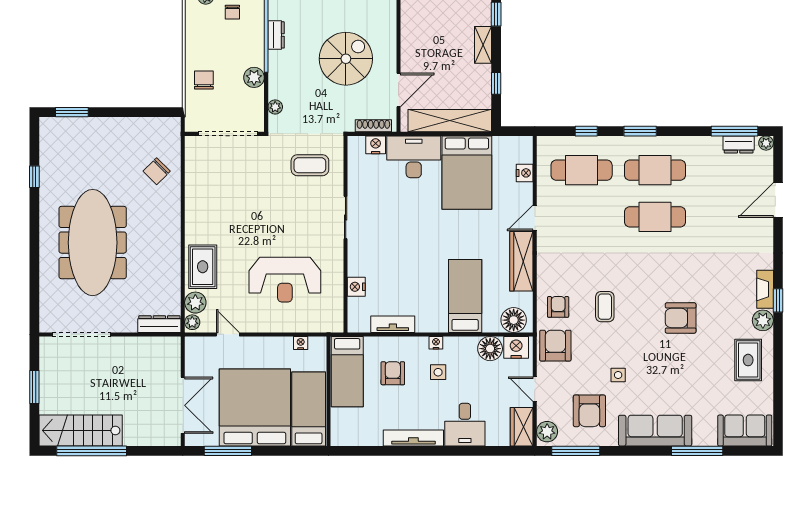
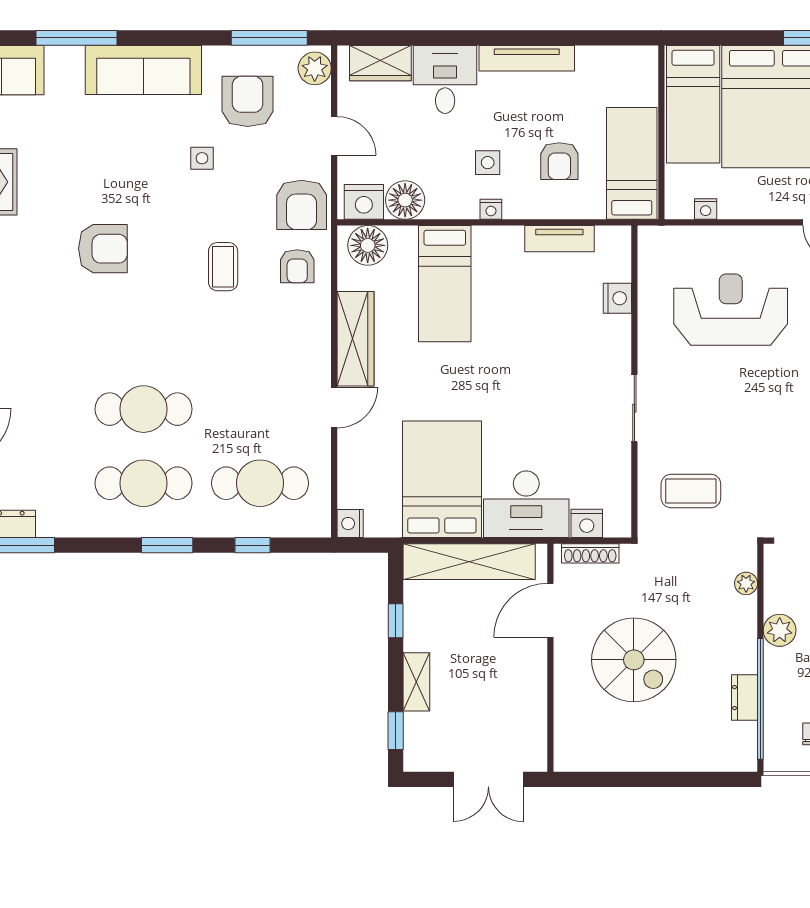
spiral stairs: (346, 59) -> (634, 660), turned -90
nightstand: (525, 173) -> (350, 524), moved
wardrobe: (522, 427) -> (380, 63), moved, turned 90

